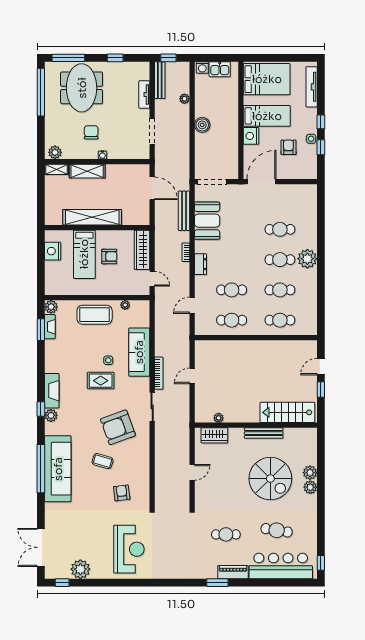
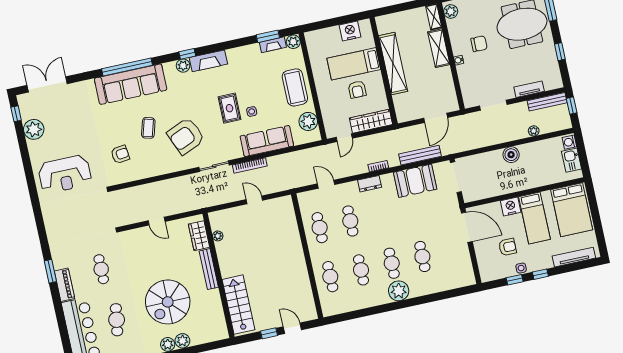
plant: (125, 305) -> (308, 121), width x1.88, depth x1.88
armchair: (118, 427) -> (186, 136), turned -93
bench: (264, 433) -> (209, 269), moved

